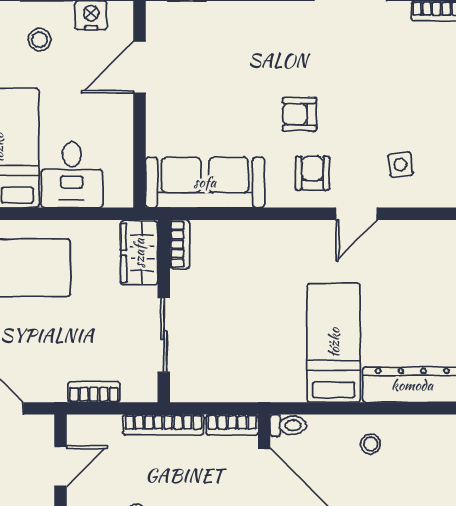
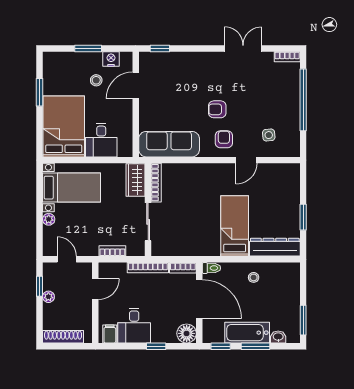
stool: (40, 40) -> (96, 80), moved
bookcase: (180, 244) -> (156, 183), width x1.56

